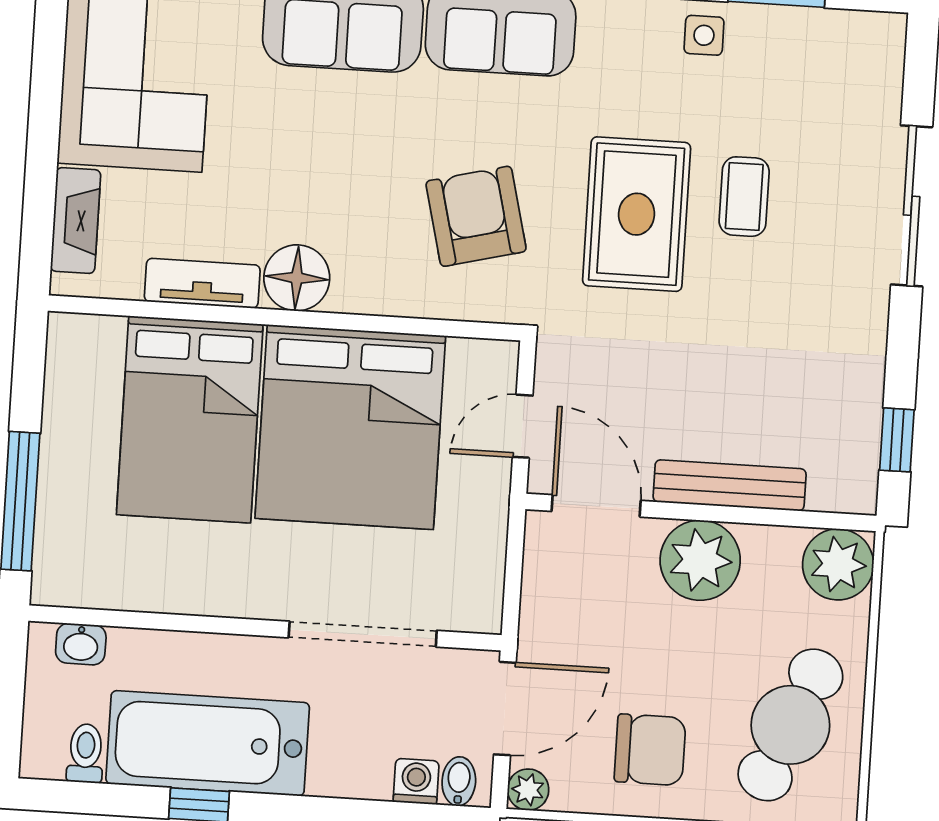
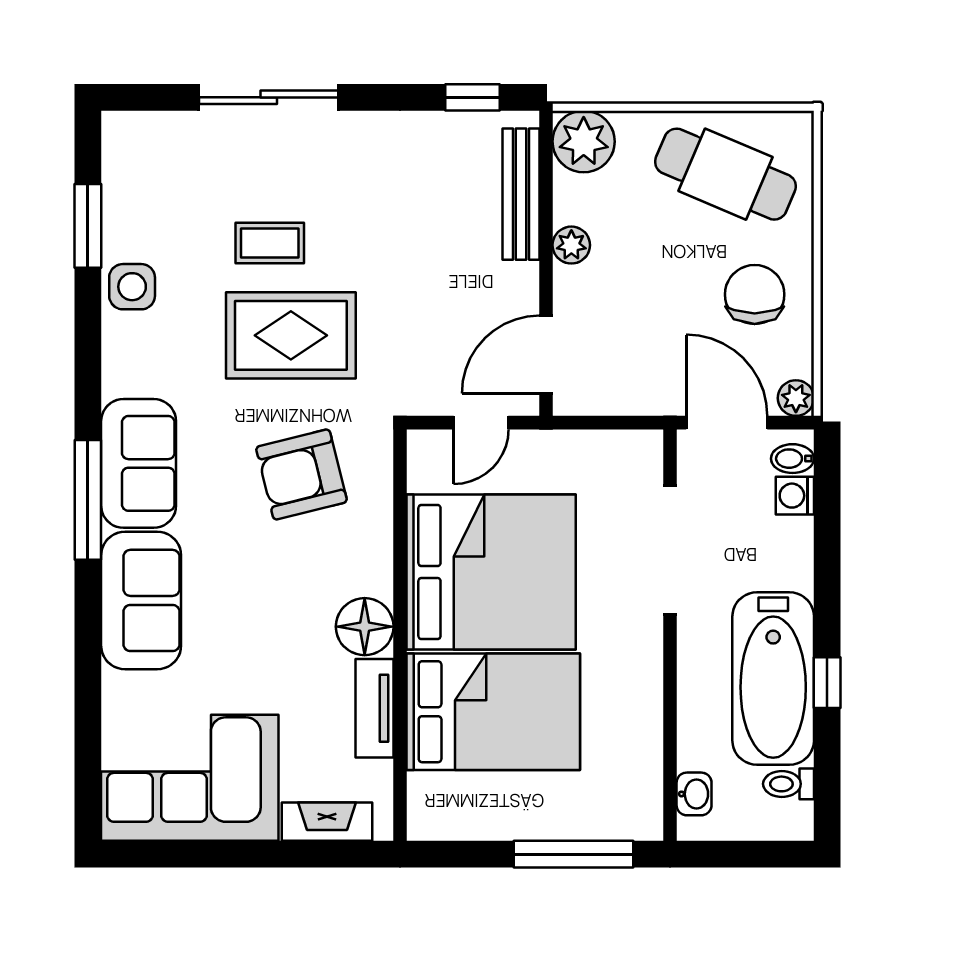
side table: (704, 35) -> (132, 287), width x1.37, depth x1.37
door: (523, 426) -> (481, 423), hinge flipped
bench: (730, 485) -> (521, 194), moved
plant: (700, 560) -> (571, 245), width x0.53, depth x0.53

